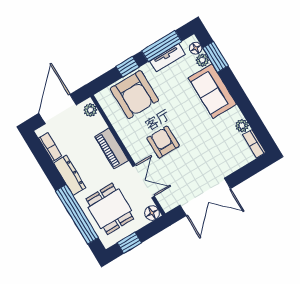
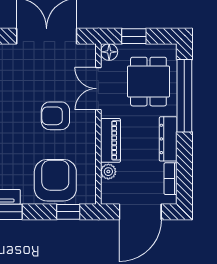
window: (128, 67) -> (68, 212), moved
plant: (90, 110) -> (108, 172), moved
armchair: (163, 142) -> (55, 116), turned 90
window: (129, 243) -> (134, 36), moved

